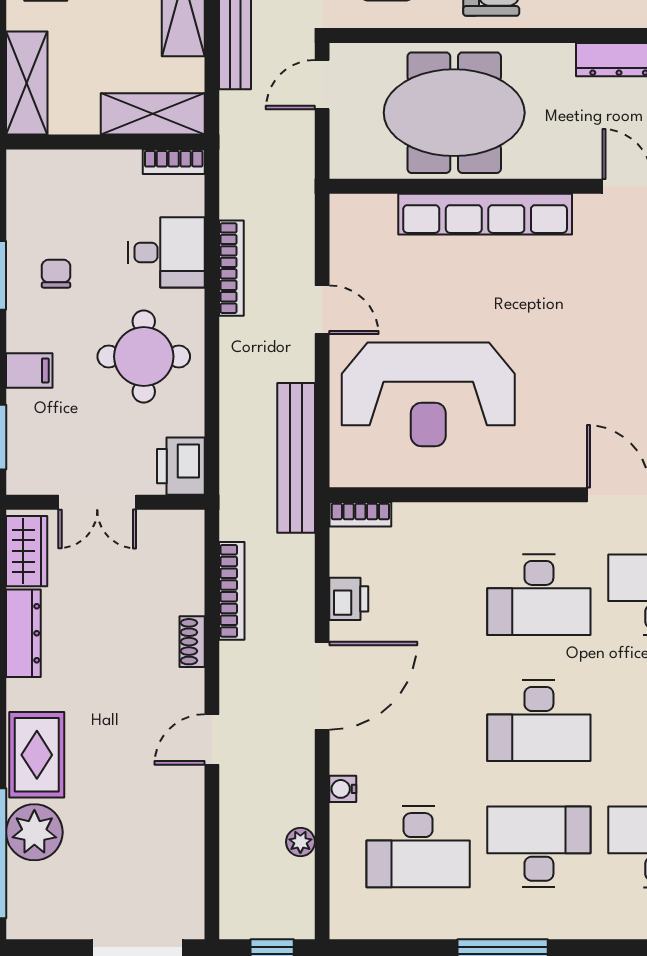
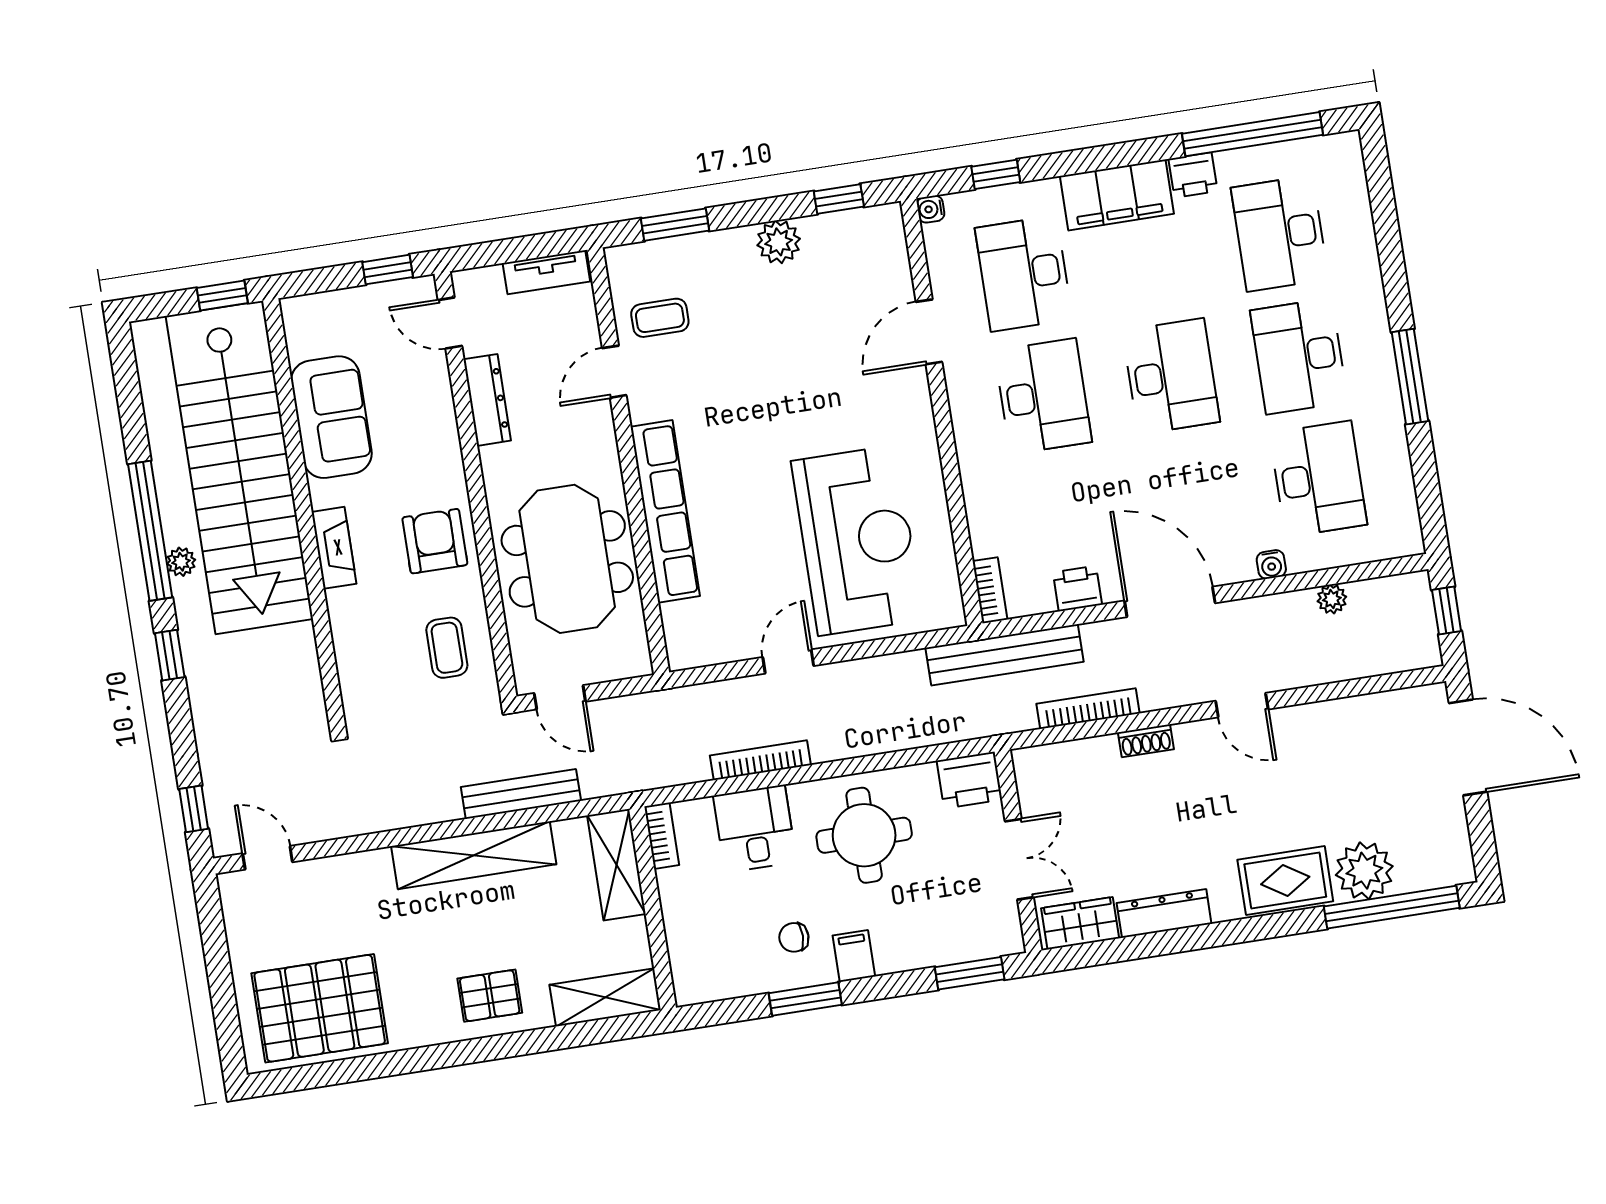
filing cabinet: (29, 371) -> (854, 956), moved
bench: (296, 458) -> (1004, 655), moved

